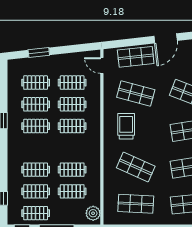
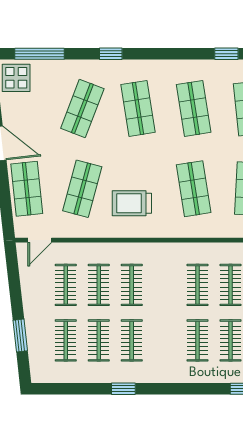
shop shelf: (136, 167) -> (194, 189), turned -33

